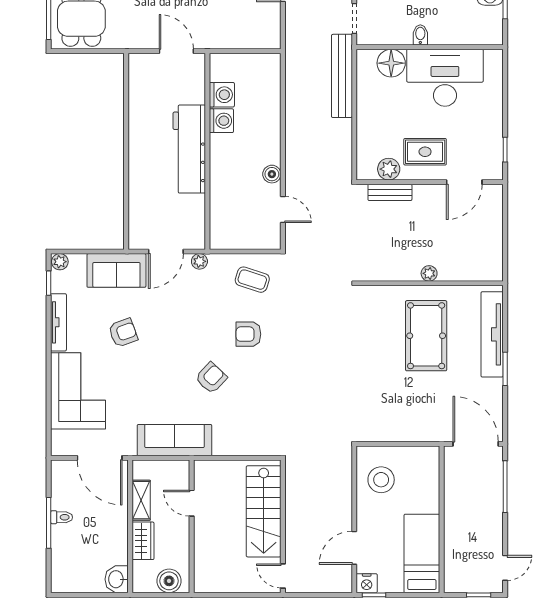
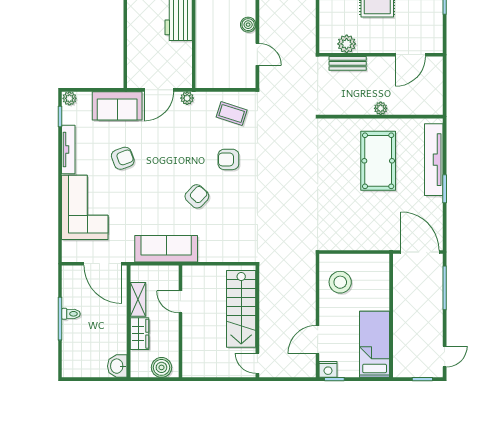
plant: (389, 169) -> (347, 44), moved
wall: (430, 182) -> (381, 55), moved
door: (464, 182) -> (410, 55), moved
bench: (390, 192) -> (348, 63), moved

